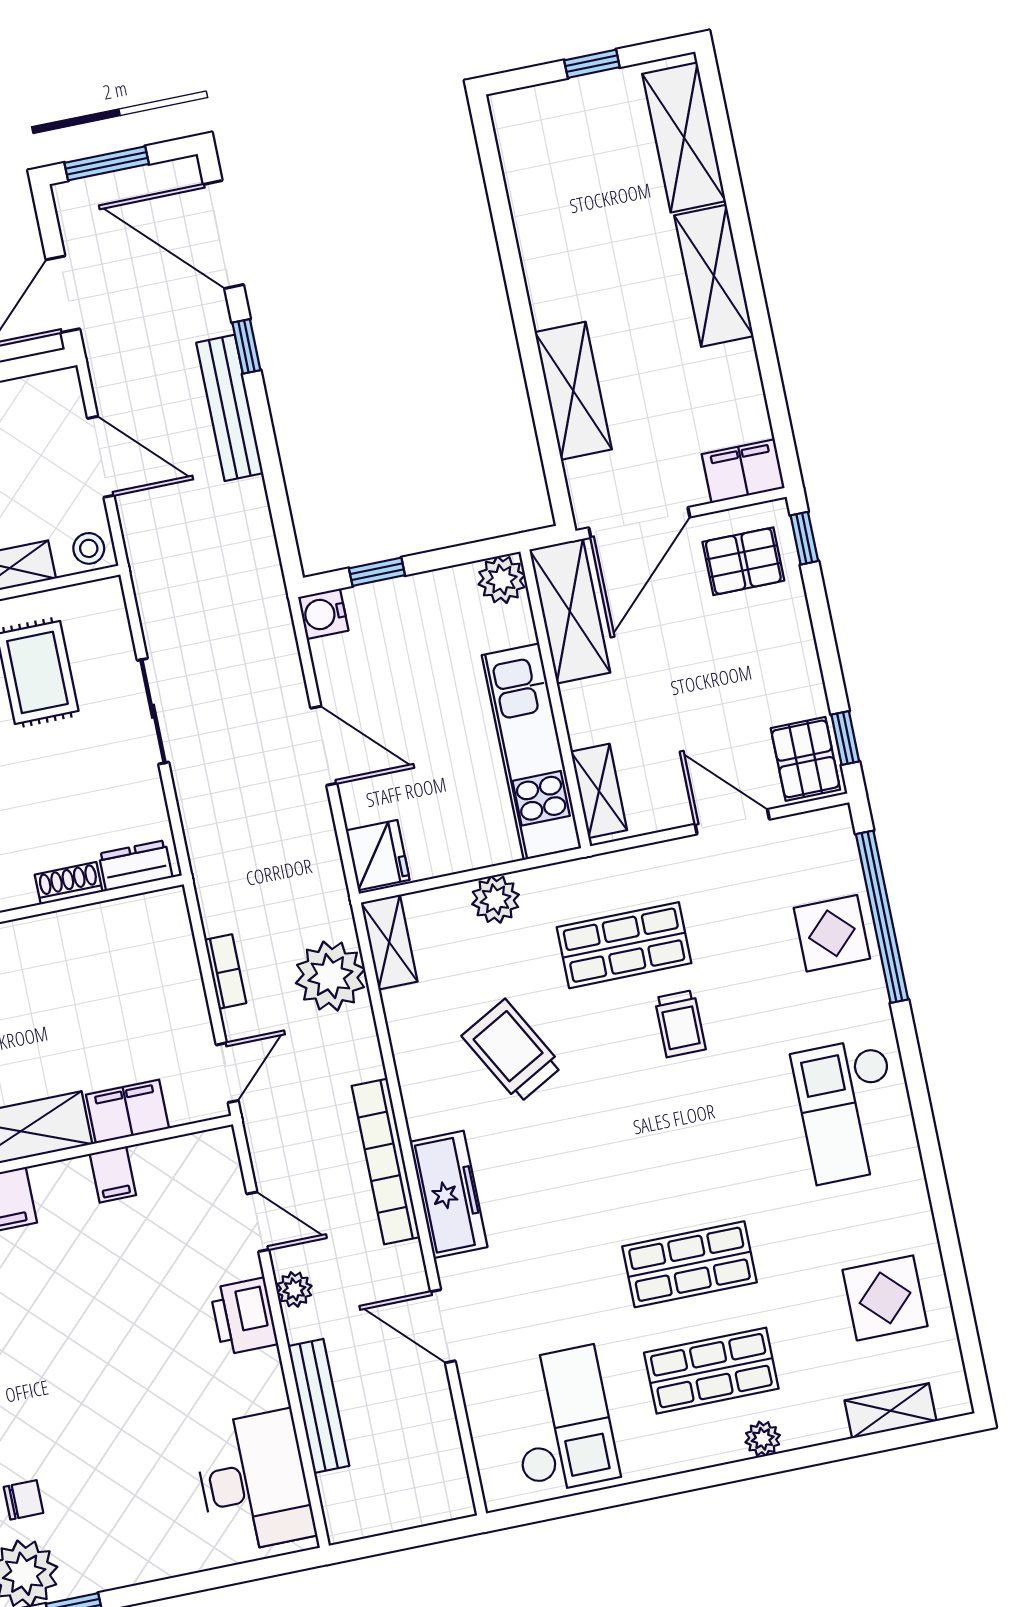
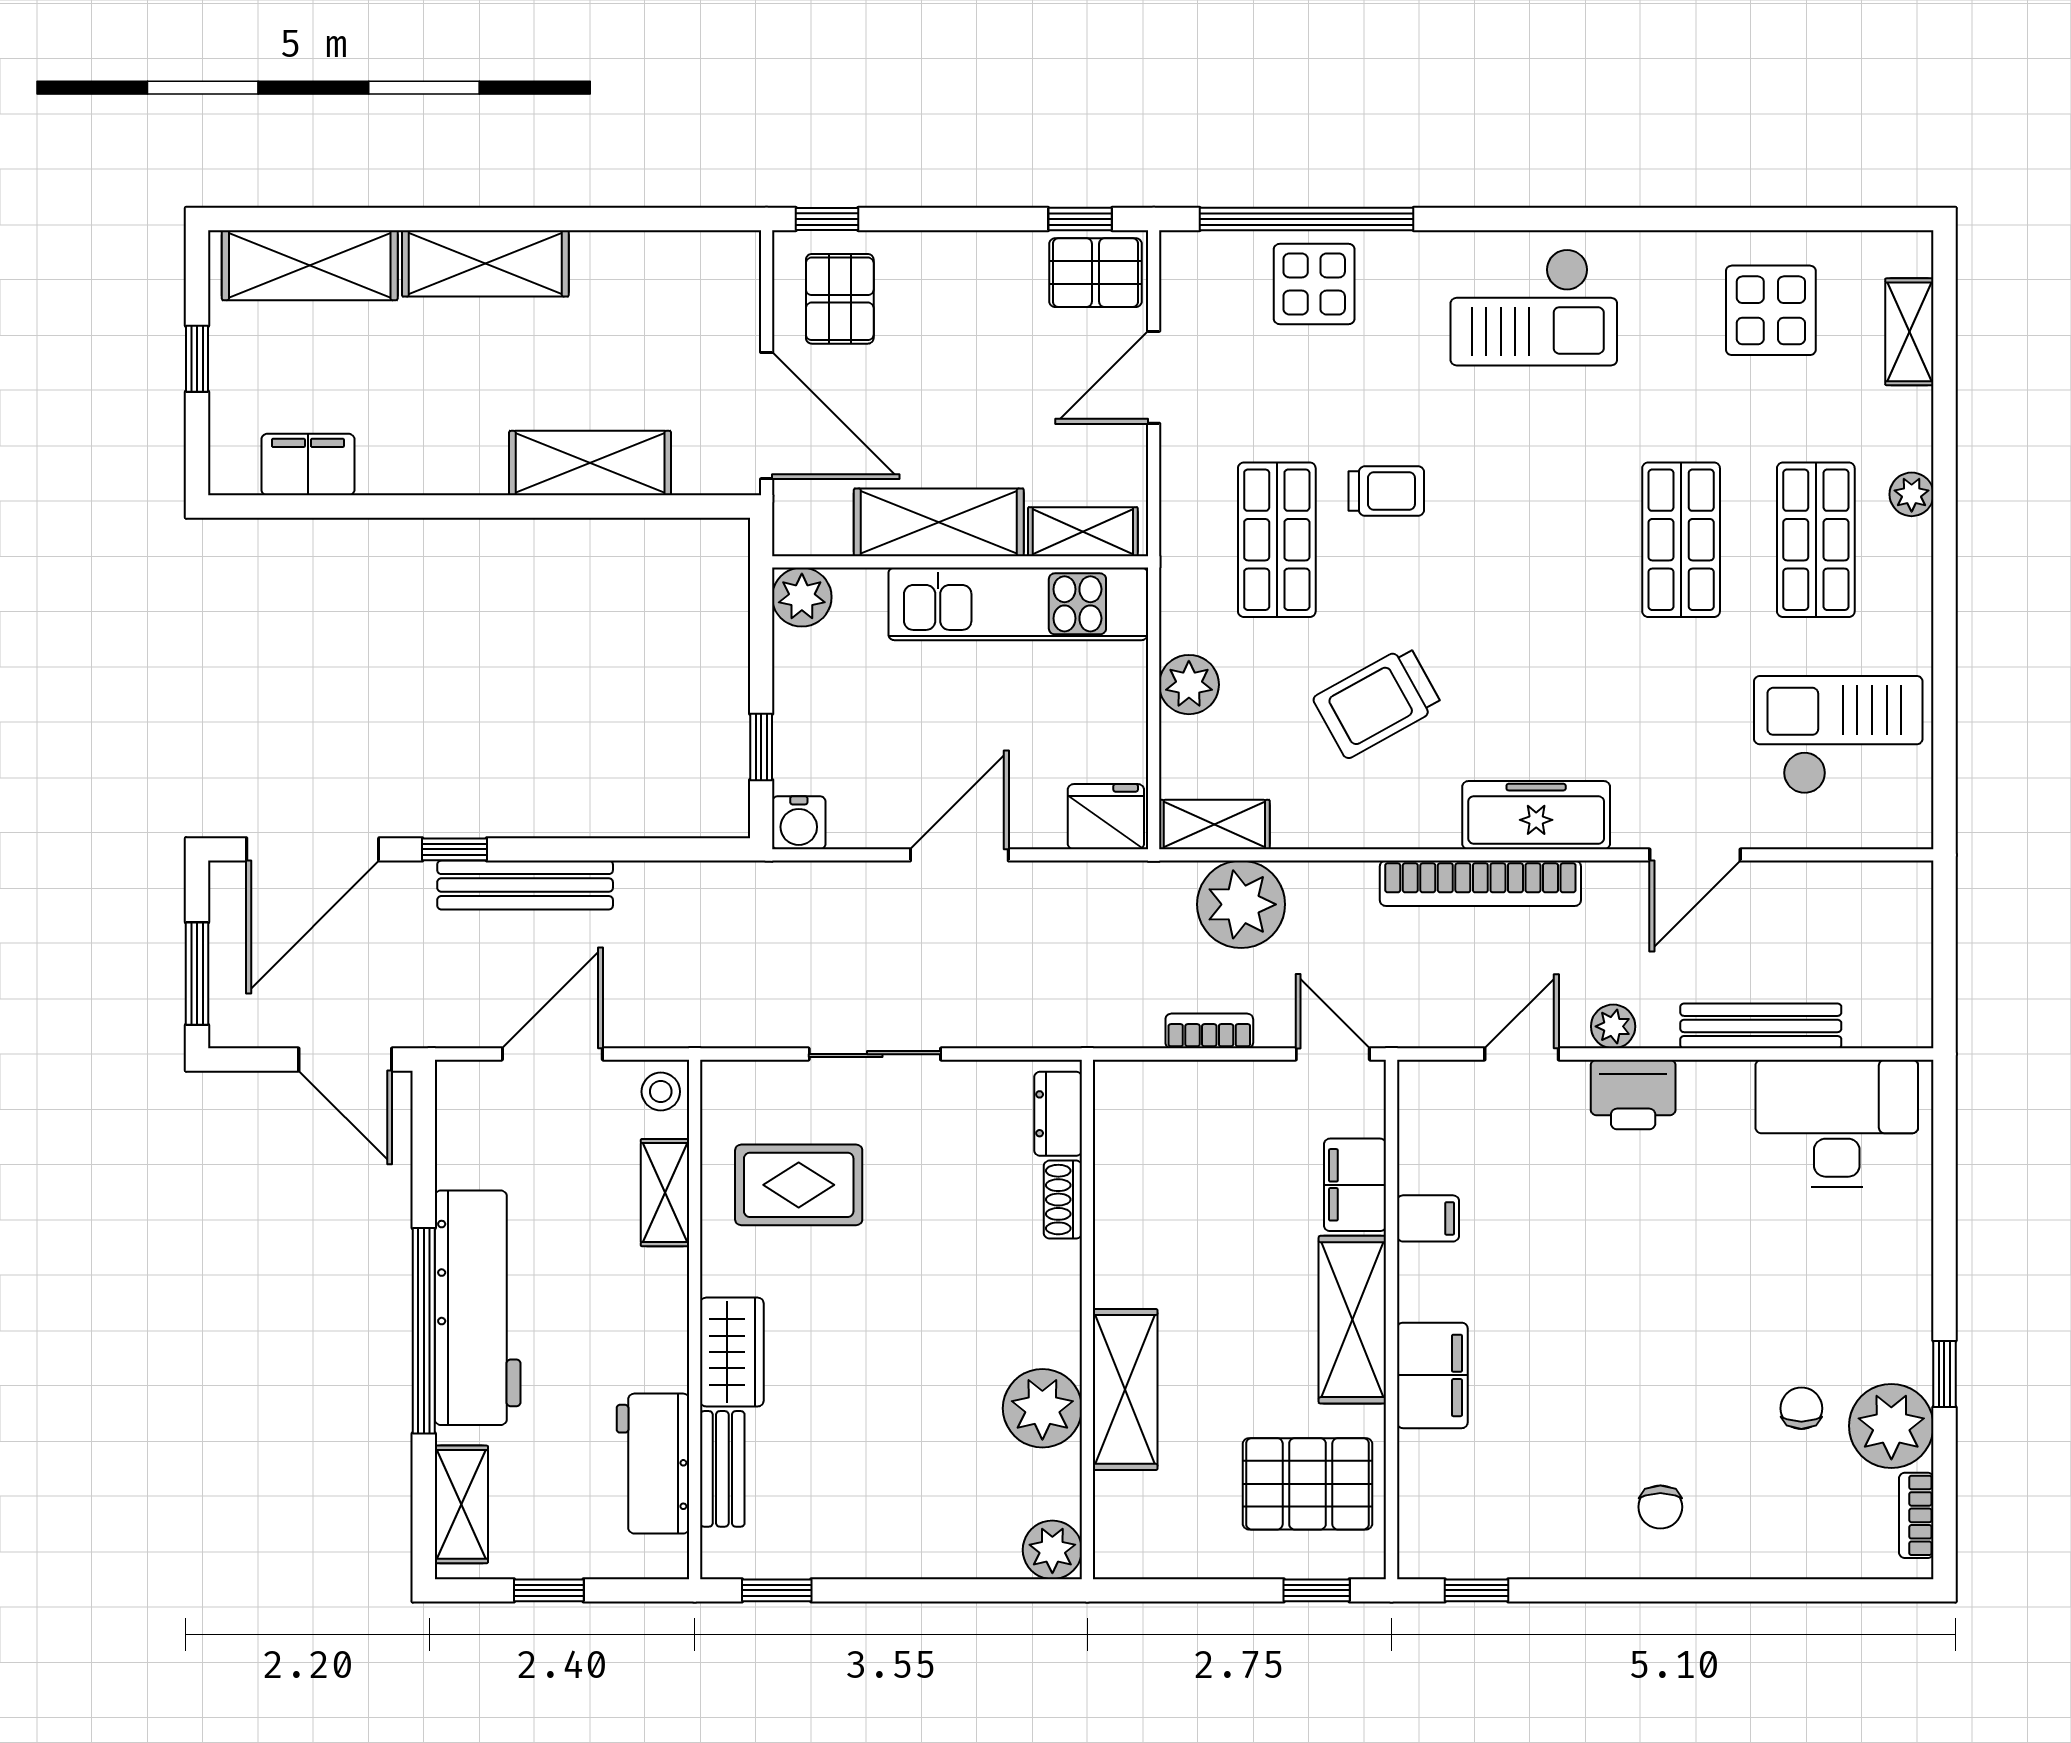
filing cabinet: (743, 471) -> (308, 465), moved, turned 90
shelving: (570, 611) -> (939, 522), moved

